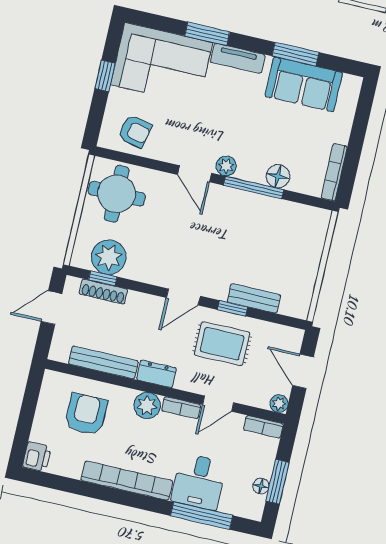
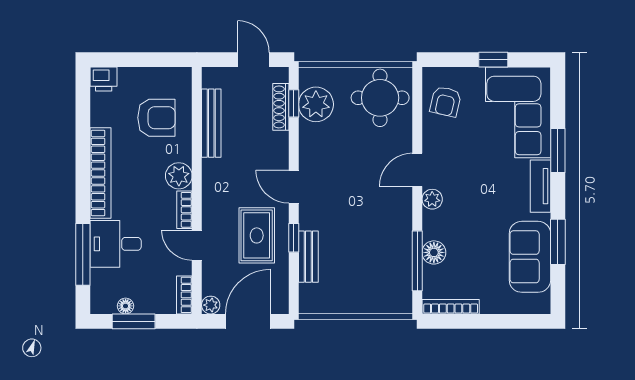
window: (254, 187) -> (417, 261), moved
door: (303, 371) -> (248, 321), width x1.38
dresser: (156, 374) -> (212, 178), removed

